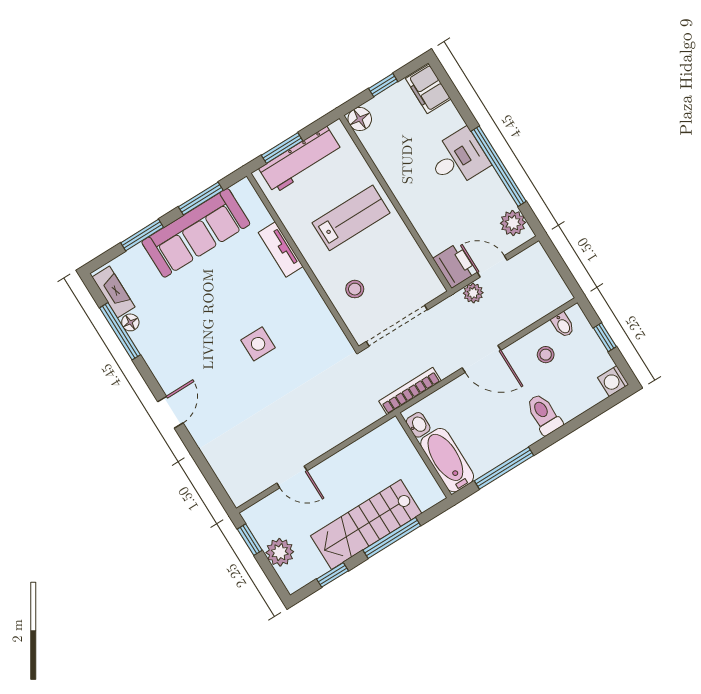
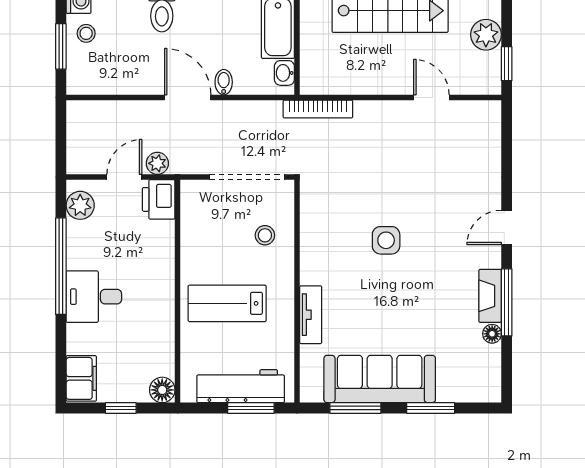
door: (492, 266) -> (124, 177), swing flipped
fireplace: (113, 292) -> (490, 296), moved
bidet: (563, 325) -> (224, 82), moved
window: (120, 331) -> (507, 302), moved
window: (605, 337) -> (61, 46), width x1.50
stool: (546, 355) -> (86, 33), moved
bookcase: (410, 391) -> (318, 109), moved

